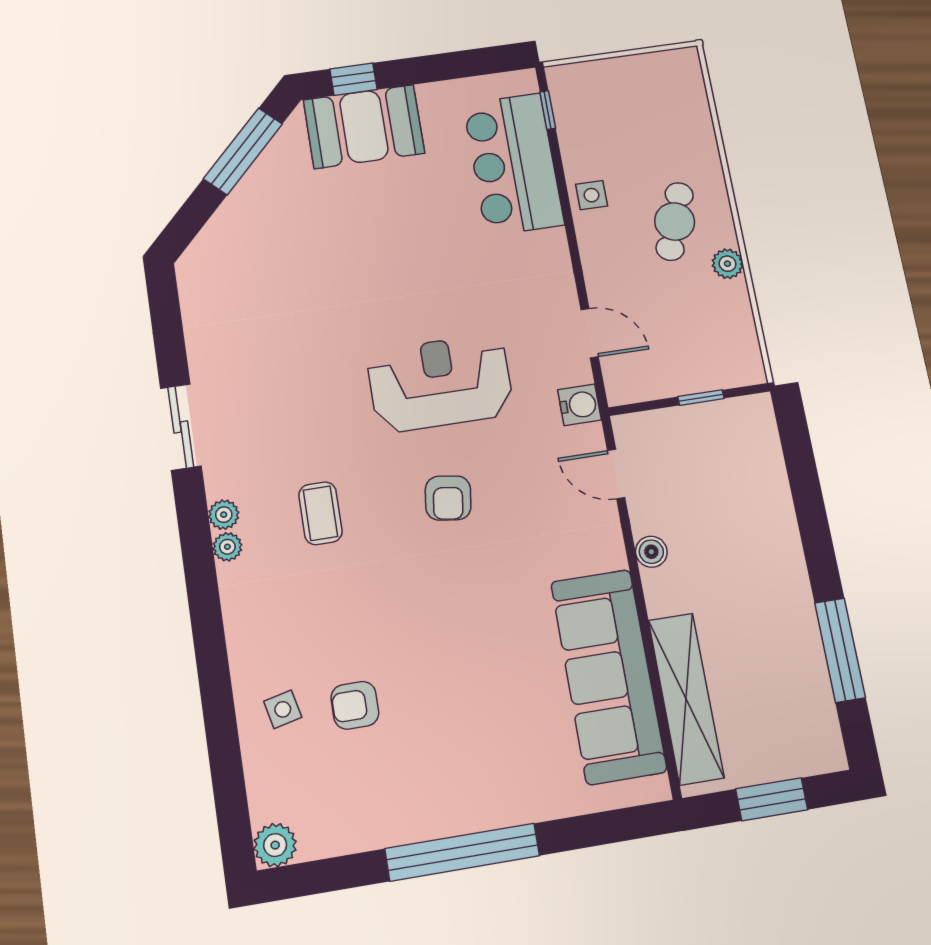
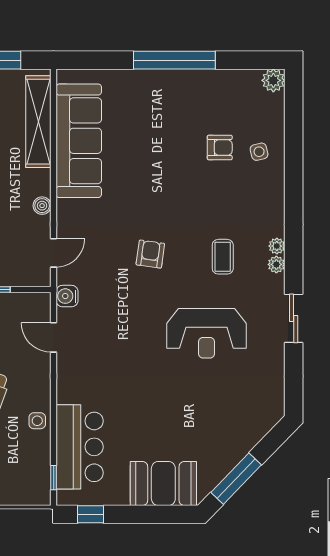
window: (353, 79) -> (91, 514), moved
reception desk: (440, 383) -> (206, 333), moved
door: (616, 474) -> (54, 253), hinge flipped

